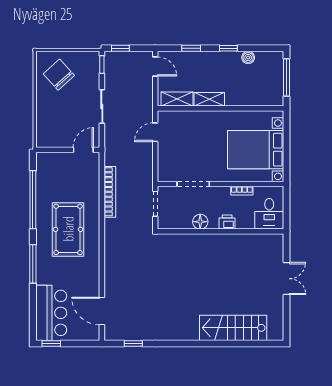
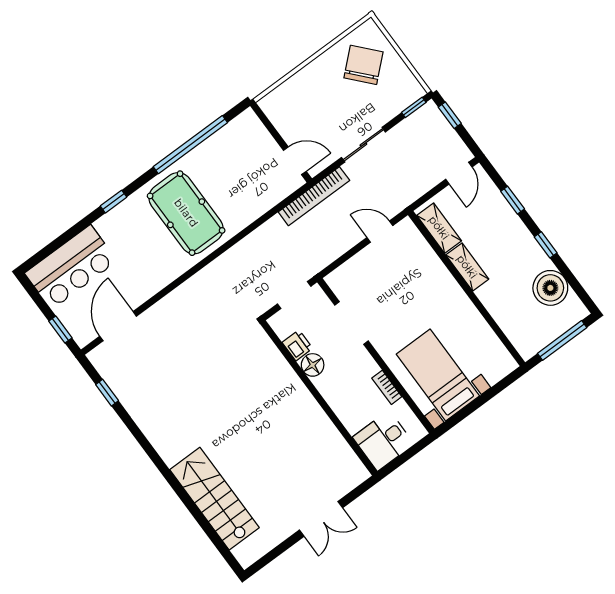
boiler: (248, 58) -> (550, 288), width x1.86, depth x1.86
bed with nightstands: (256, 150) -> (438, 375), width x0.73
bookcase: (110, 192) -> (314, 196), moved
printer: (227, 222) -> (297, 345), moved
pool table: (68, 229) -> (186, 213), turned 90
window: (33, 264) -> (113, 202), width x0.46
window: (51, 343) -> (60, 330), moved

